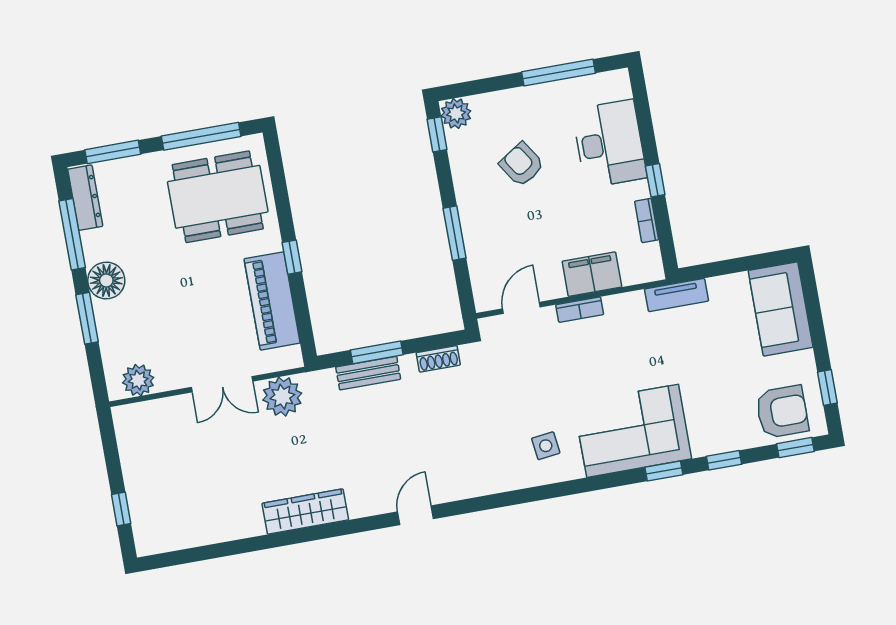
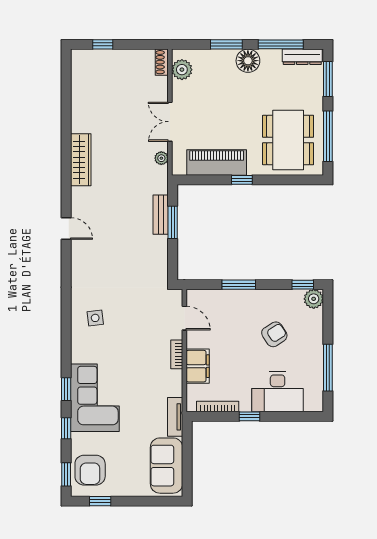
bookcase: (647, 220) -> (218, 406), width x1.56
sofa: (781, 309) -> (166, 466), moved, turned -90
shoe rack: (438, 359) -> (162, 62), moved
plant: (282, 397) -> (161, 158), width x0.53, depth x0.53
corner sofa: (633, 431) -> (95, 398), moved

